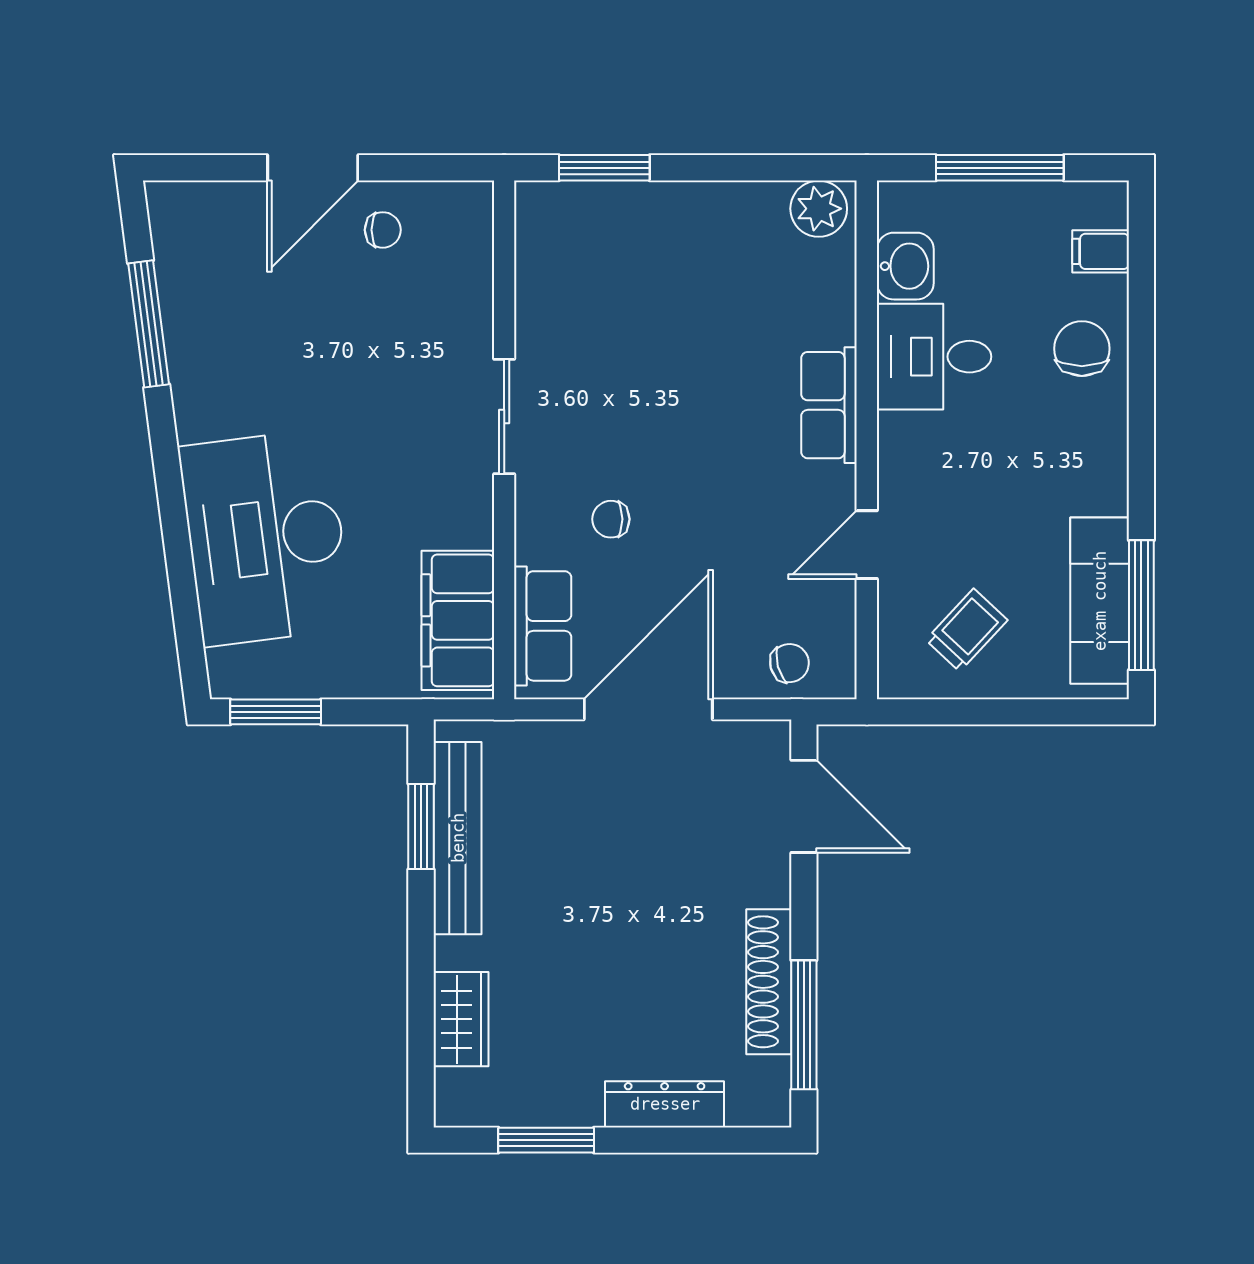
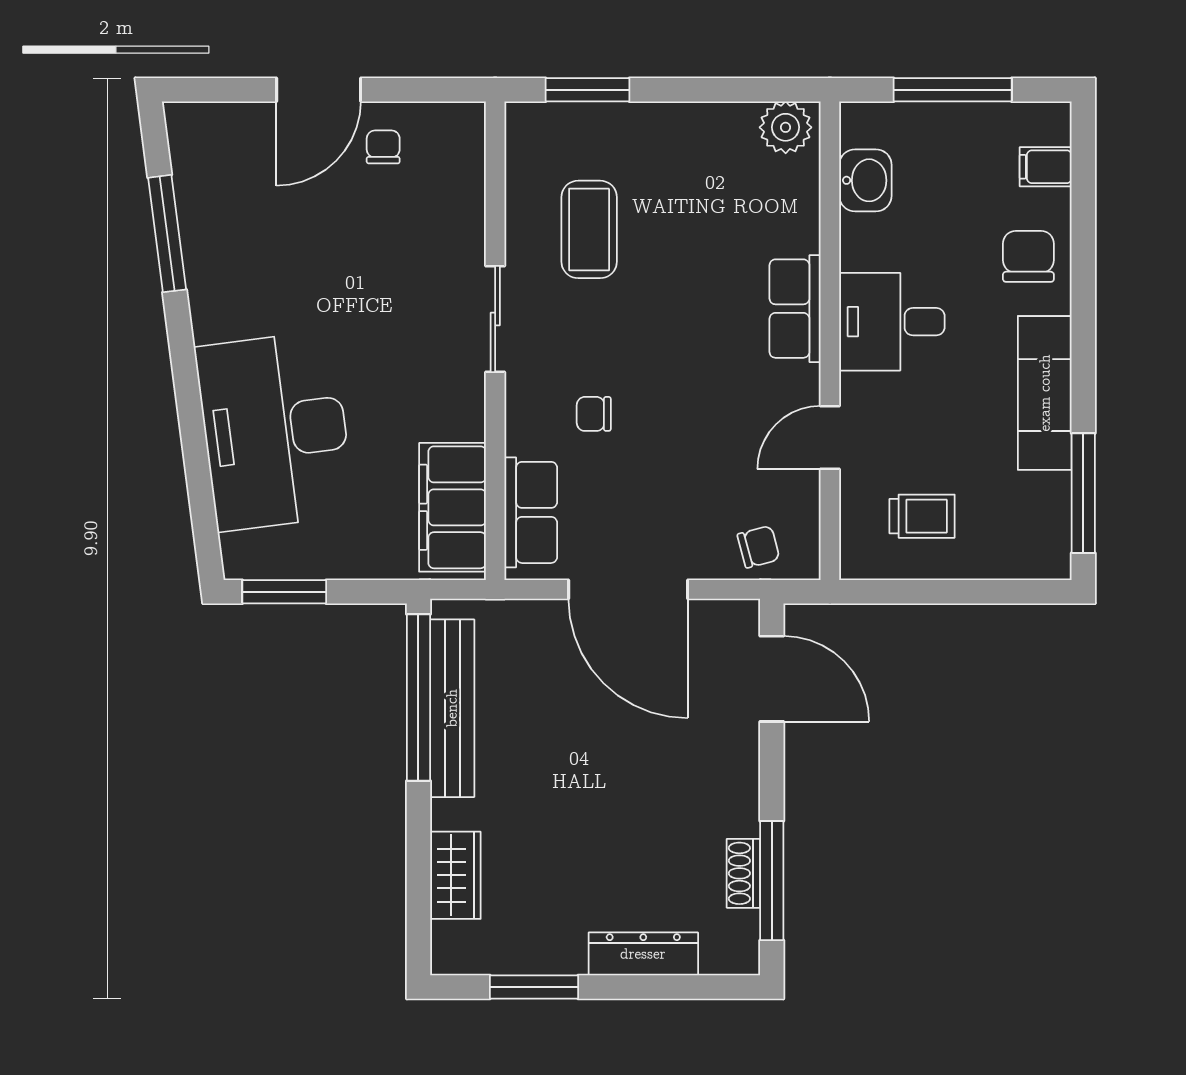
chair: (383, 230) -> (383, 147), turned -90
coffee table: (606, 319) -> (589, 229), added
desk: (934, 357) -> (892, 322), moved
exam couch: (1100, 601) -> (1045, 393), moved
trolley: (967, 630) -> (922, 516), turned 47
door: (648, 709) -> (628, 589), swing flipped
window: (421, 826) -> (418, 697), width x2.11
shoe rack: (769, 982) -> (743, 873), width x0.51, depth x0.81

